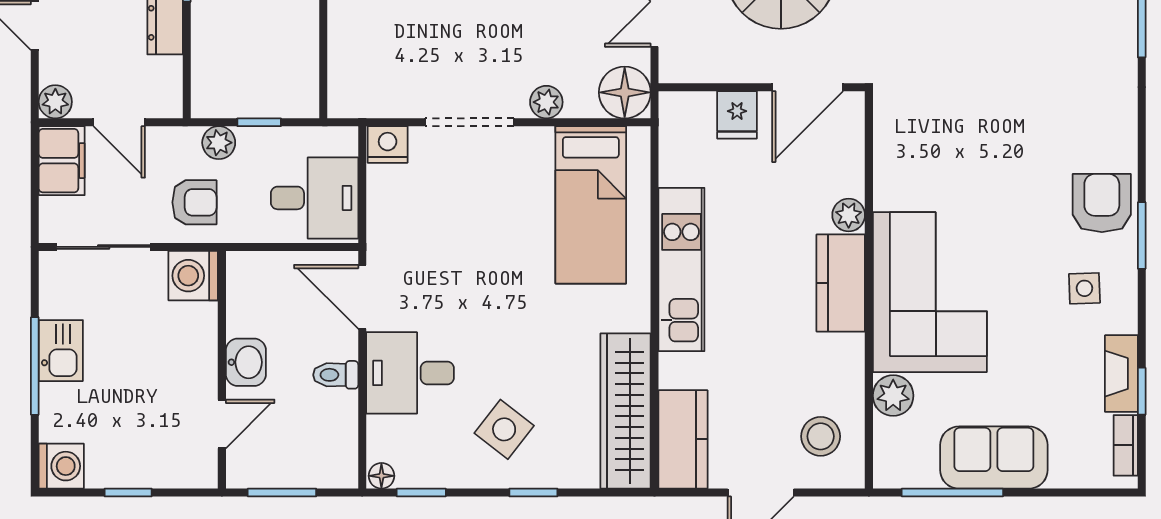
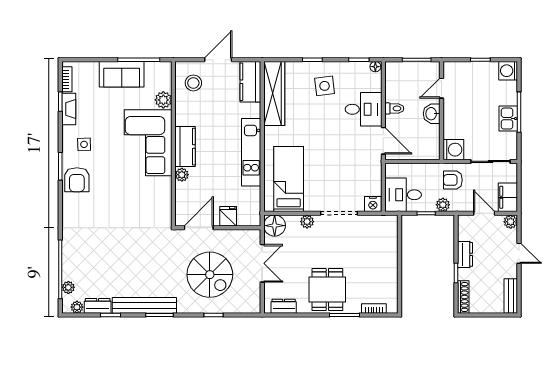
desk: (315, 198) -> (403, 195), moved
side table: (504, 429) -> (325, 86), turned 45

